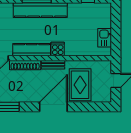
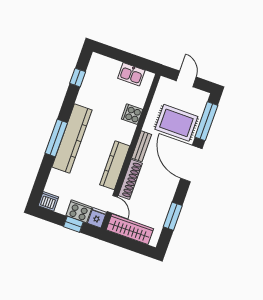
cooker: (58, 49) -> (132, 114), moved
window: (89, 107) -> (206, 121), added

